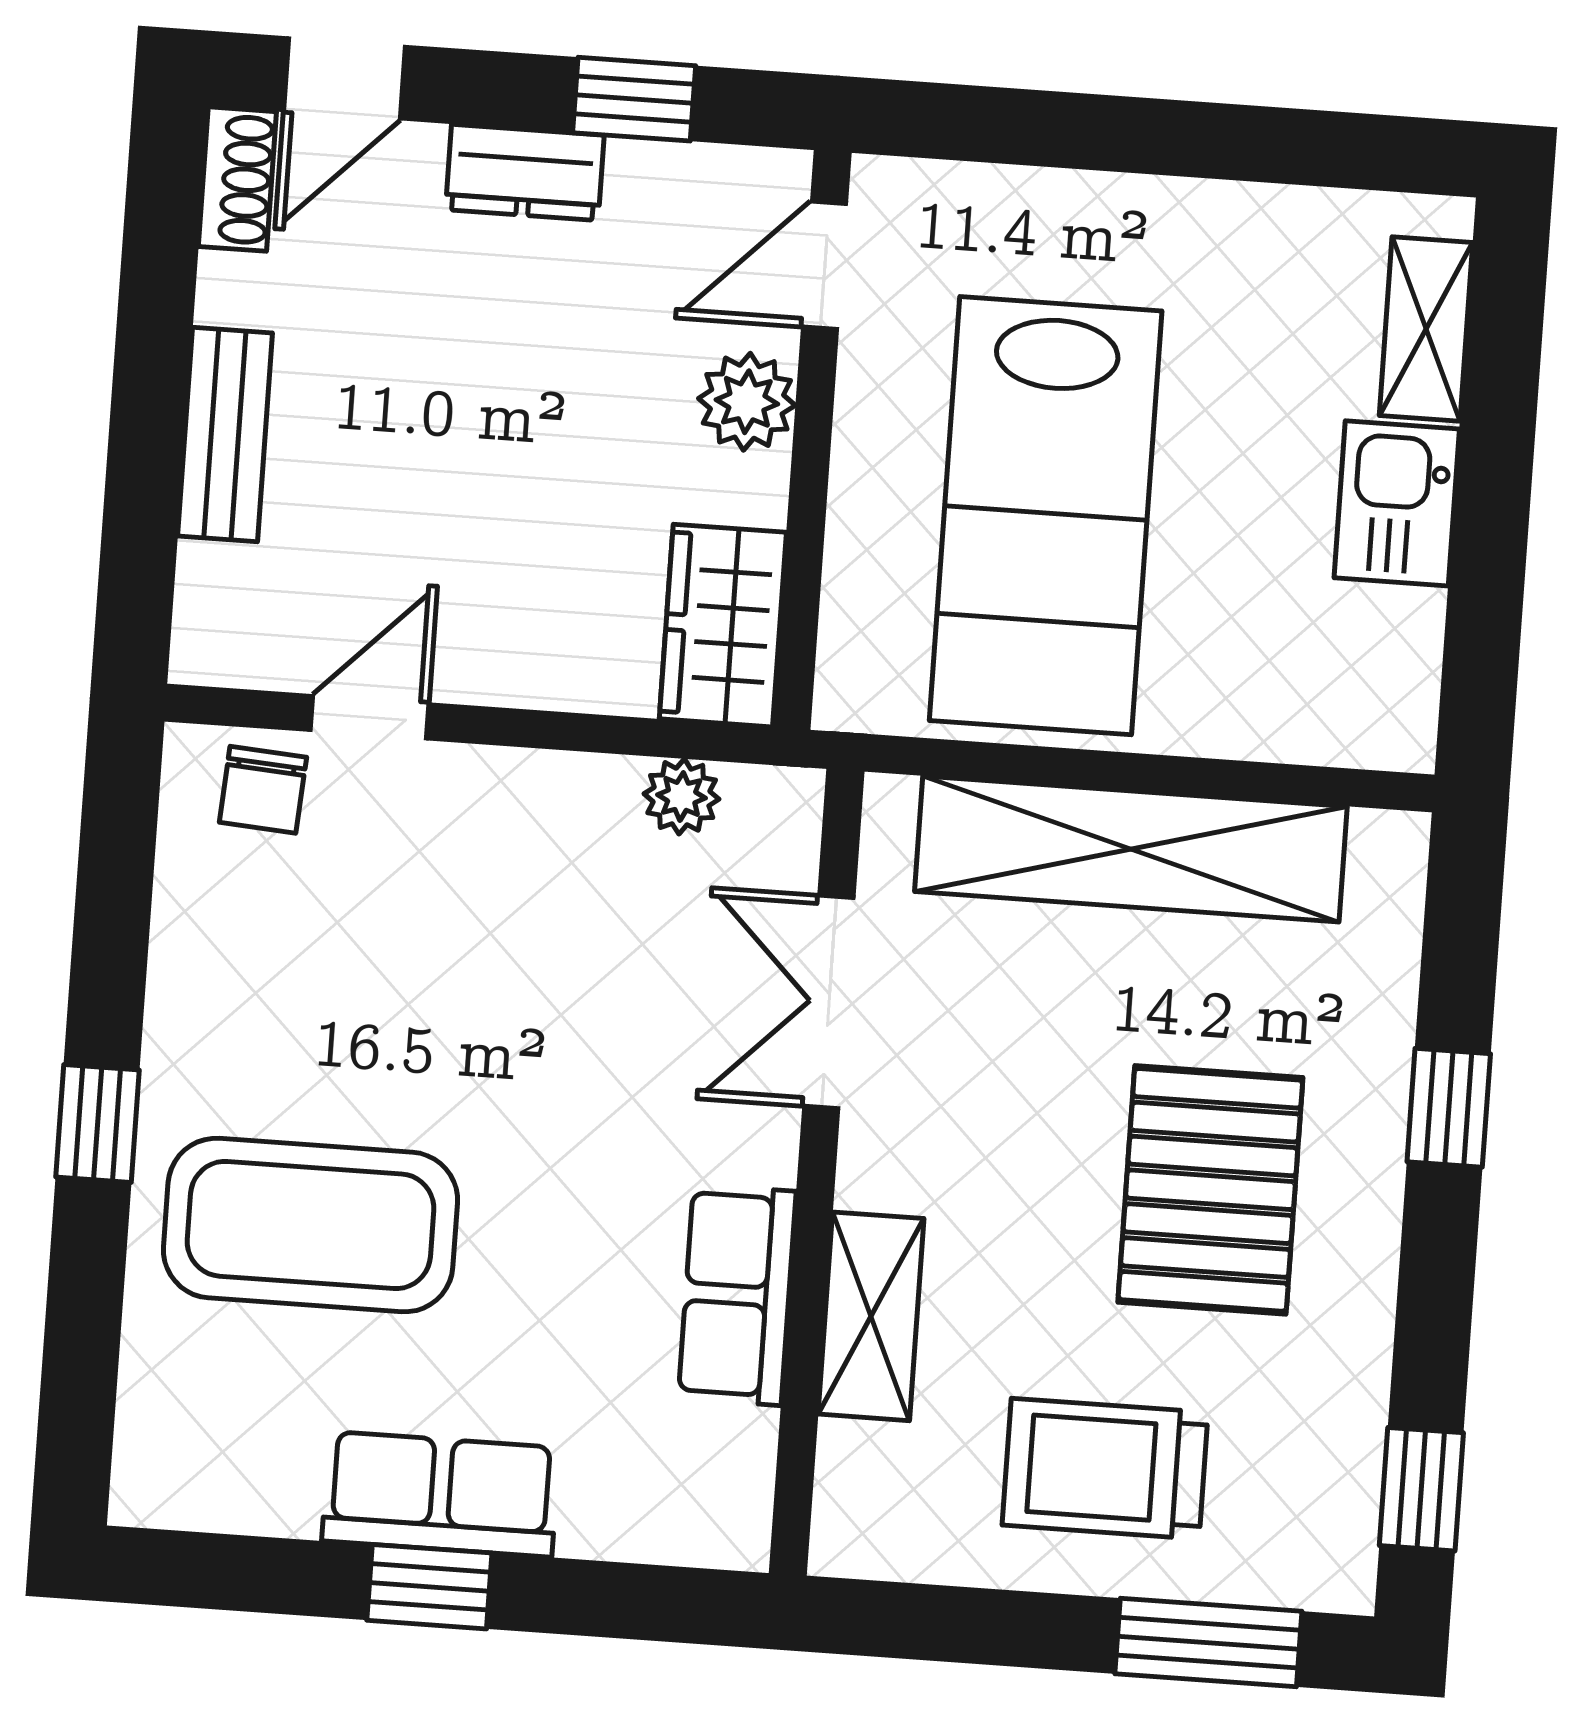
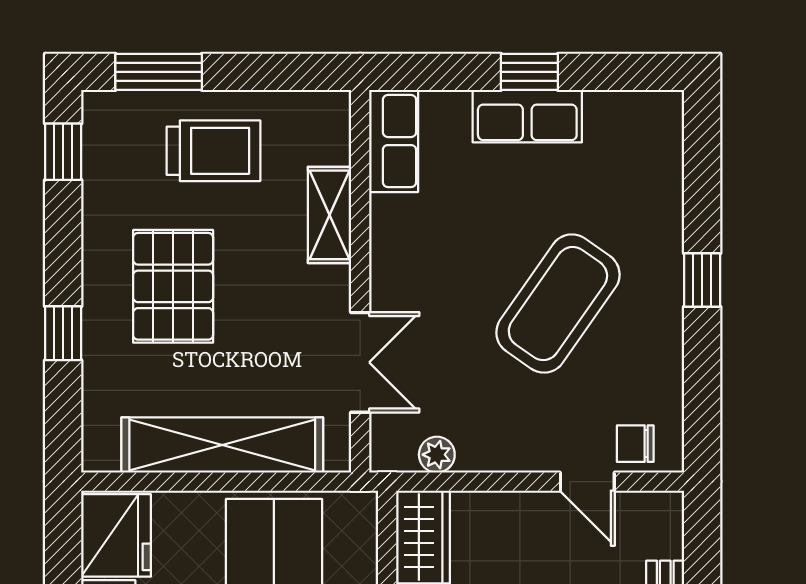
fridge: (1368, 675) -> (116, 535), added
door: (370, 717) -> (587, 482), hinge flipped
chair: (263, 790) -> (635, 444), turned -94
coffee table: (310, 1225) -> (558, 304), moved, turned -55
row of seats: (737, 1295) -> (394, 141), moved

